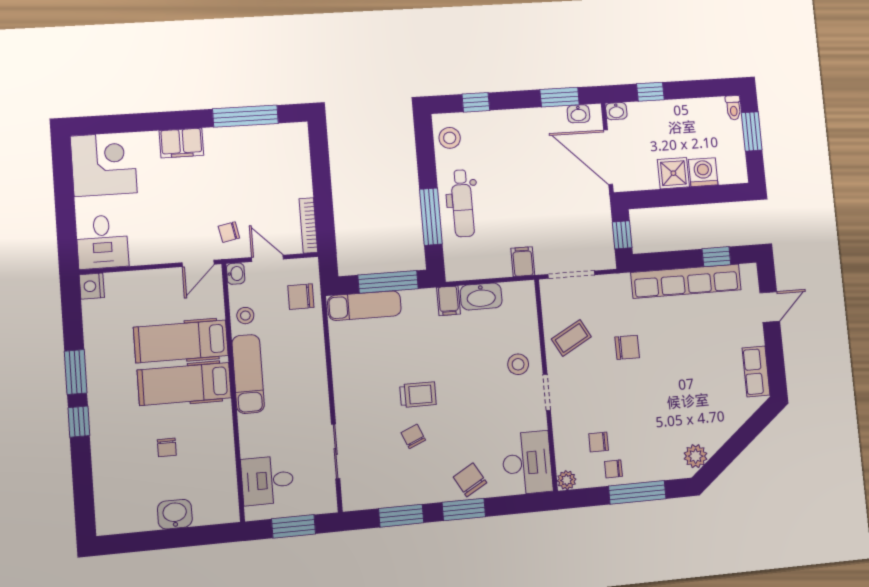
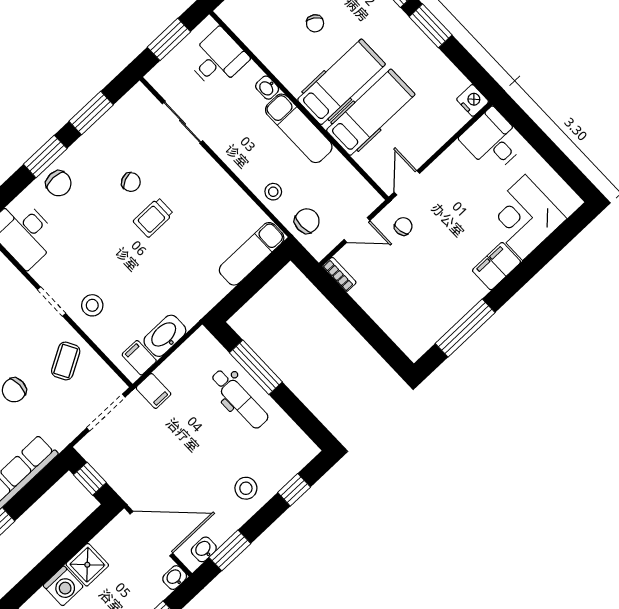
stool: (450, 138) -> (246, 488), moved
corner desk: (104, 164) -> (524, 217), moved, turned 90
dental chair: (462, 203) -> (239, 399), turned 180
bookcase: (308, 225) -> (339, 274), width x0.64
washbasin: (236, 274) -> (267, 88), moved
window: (388, 282) -> (248, 288), removed
filing cabinet: (448, 301) -> (139, 358), moved
stool: (245, 316) -> (273, 192), moved
chair: (167, 447) -> (315, 23), turned -146
chair: (470, 480) -> (59, 183), turned 30

